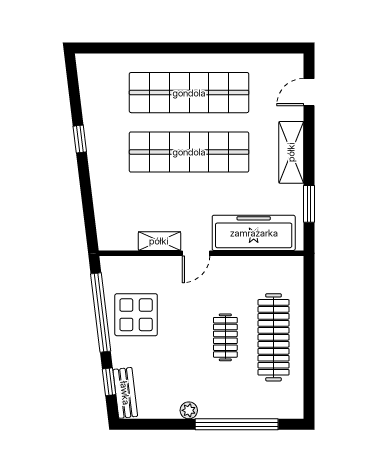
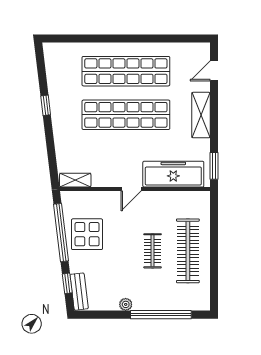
window: (309, 204) -> (214, 166), moved
shelving: (159, 241) -> (75, 180), moved

